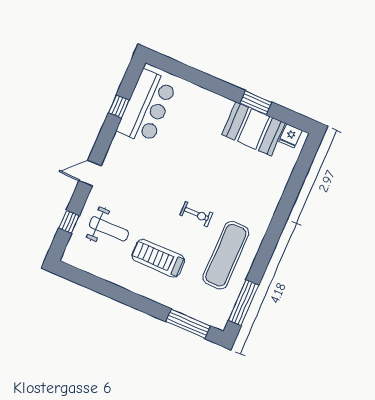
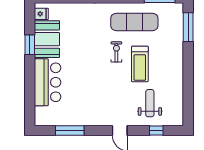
window: (119, 107) -> (70, 130), width x2.17
bar counter: (147, 107) -> (48, 82), moved, turned 90
treadmill: (158, 258) -> (140, 64), moved

